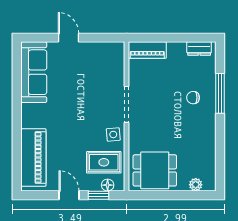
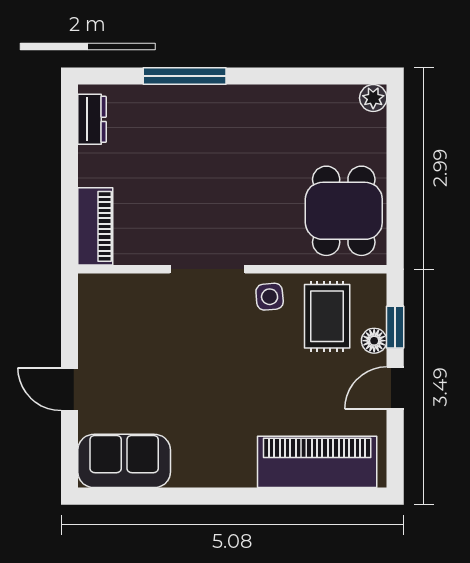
door: (69, 38) -> (69, 389), hinge flipped
sofa: (34, 72) -> (124, 461), width x0.73
chair: (193, 98) -> (193, 132), removed
floor lamp: (108, 185) -> (374, 341), moved
plant: (196, 185) -> (373, 98), moved

